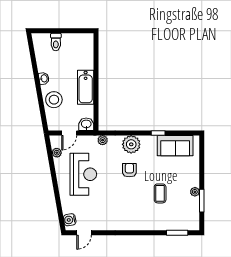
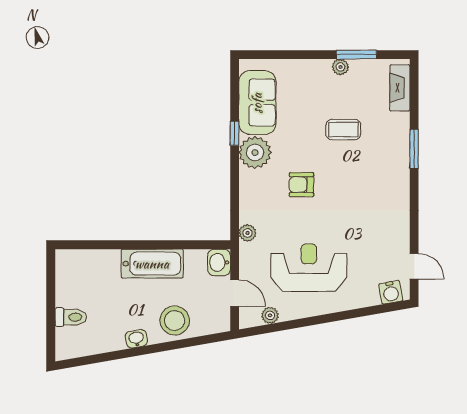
plant: (131, 144) -> (255, 152), moved
fireplace: (183, 225) -> (400, 88), added
window: (177, 233) -> (414, 149), moved

